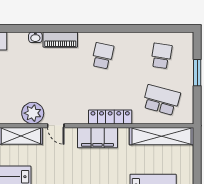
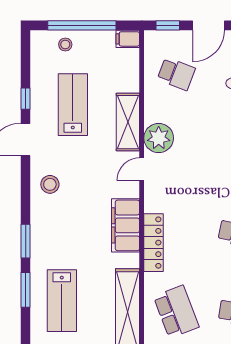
school desk: (161, 100) -> (176, 312), turned -36

